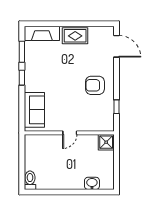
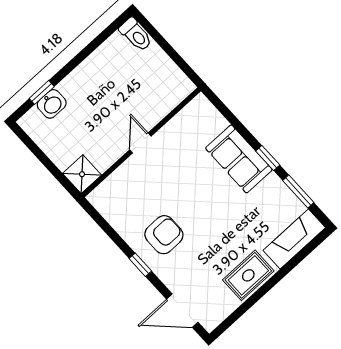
window: (116, 107) -> (140, 265), moved
sofa: (34, 110) -> (239, 159), moved
window: (92, 192) -> (42, 92), added

